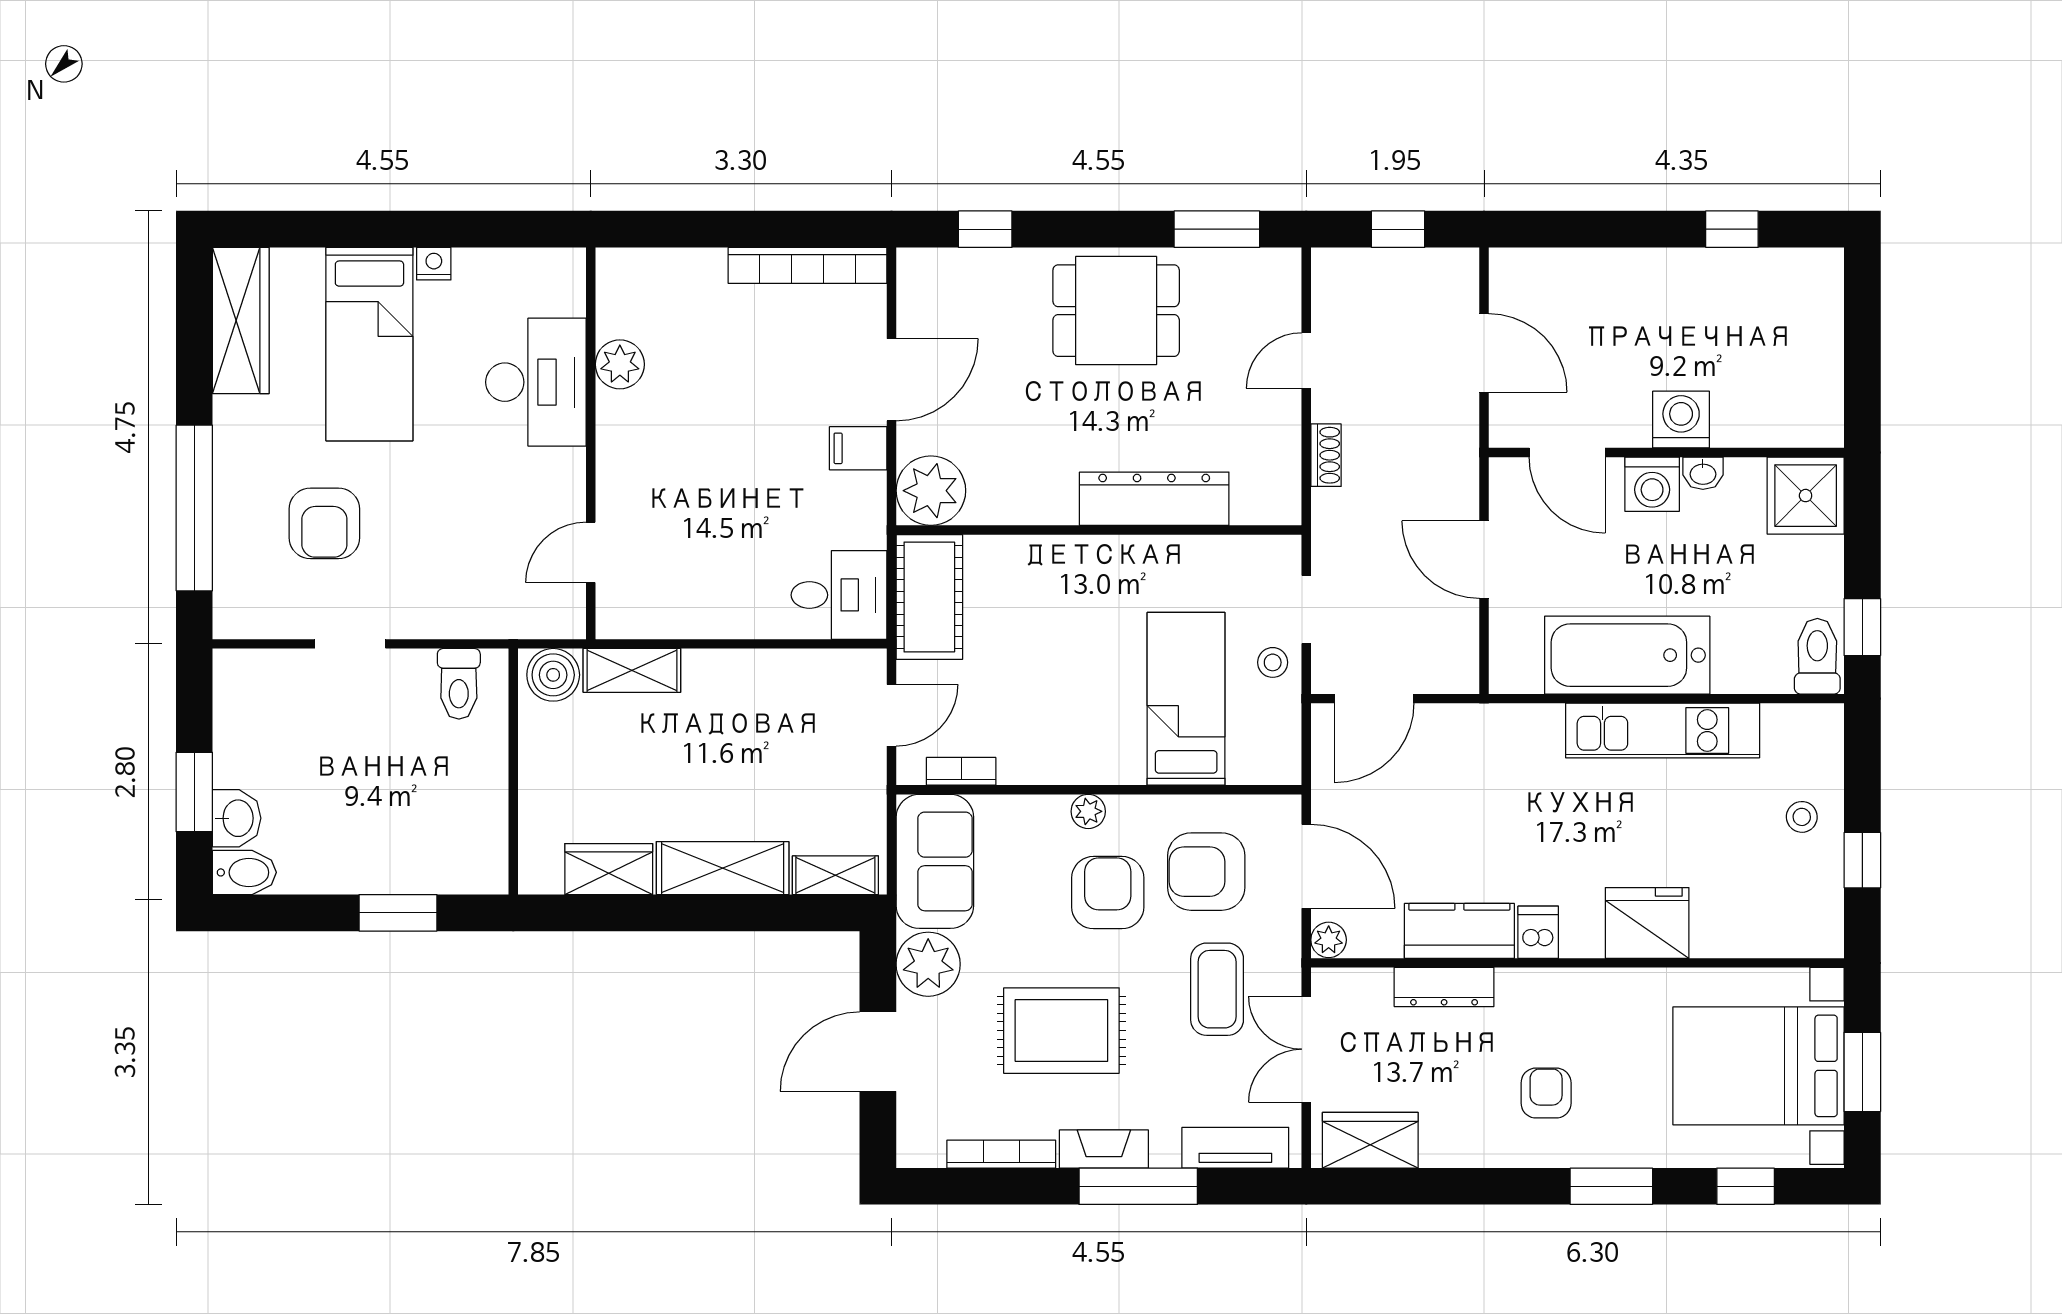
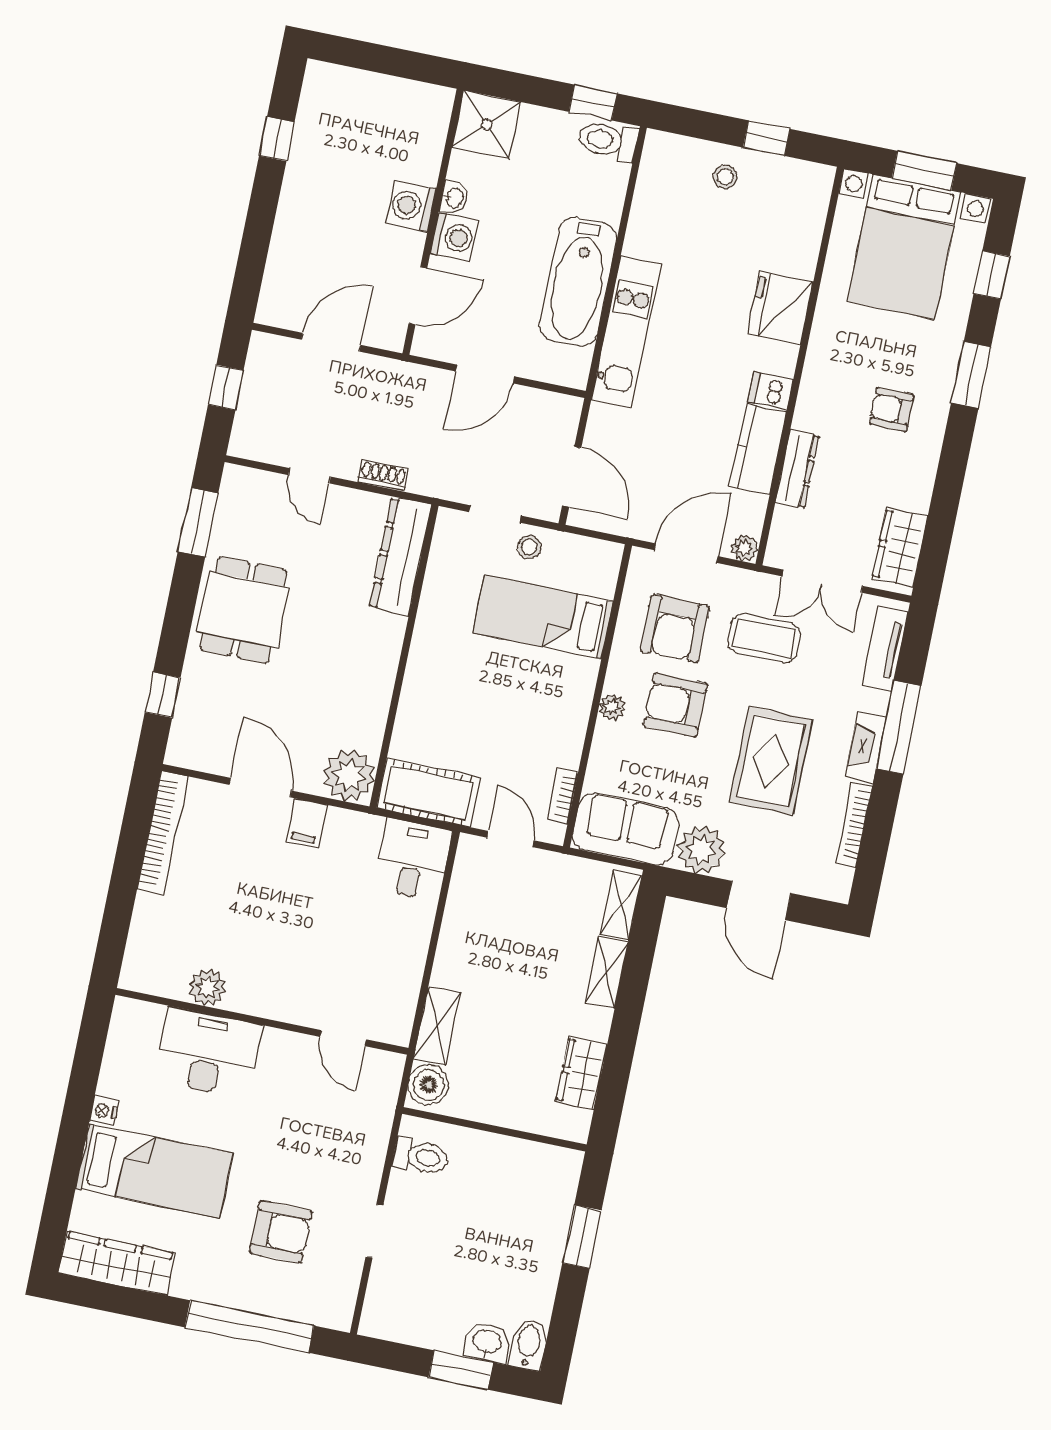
dresser: (1154, 499) -> (400, 556), moved
kitchen unit: (1663, 731) -> (626, 332), moved
shelving: (723, 868) -> (607, 973), width x0.67, depth x0.75

